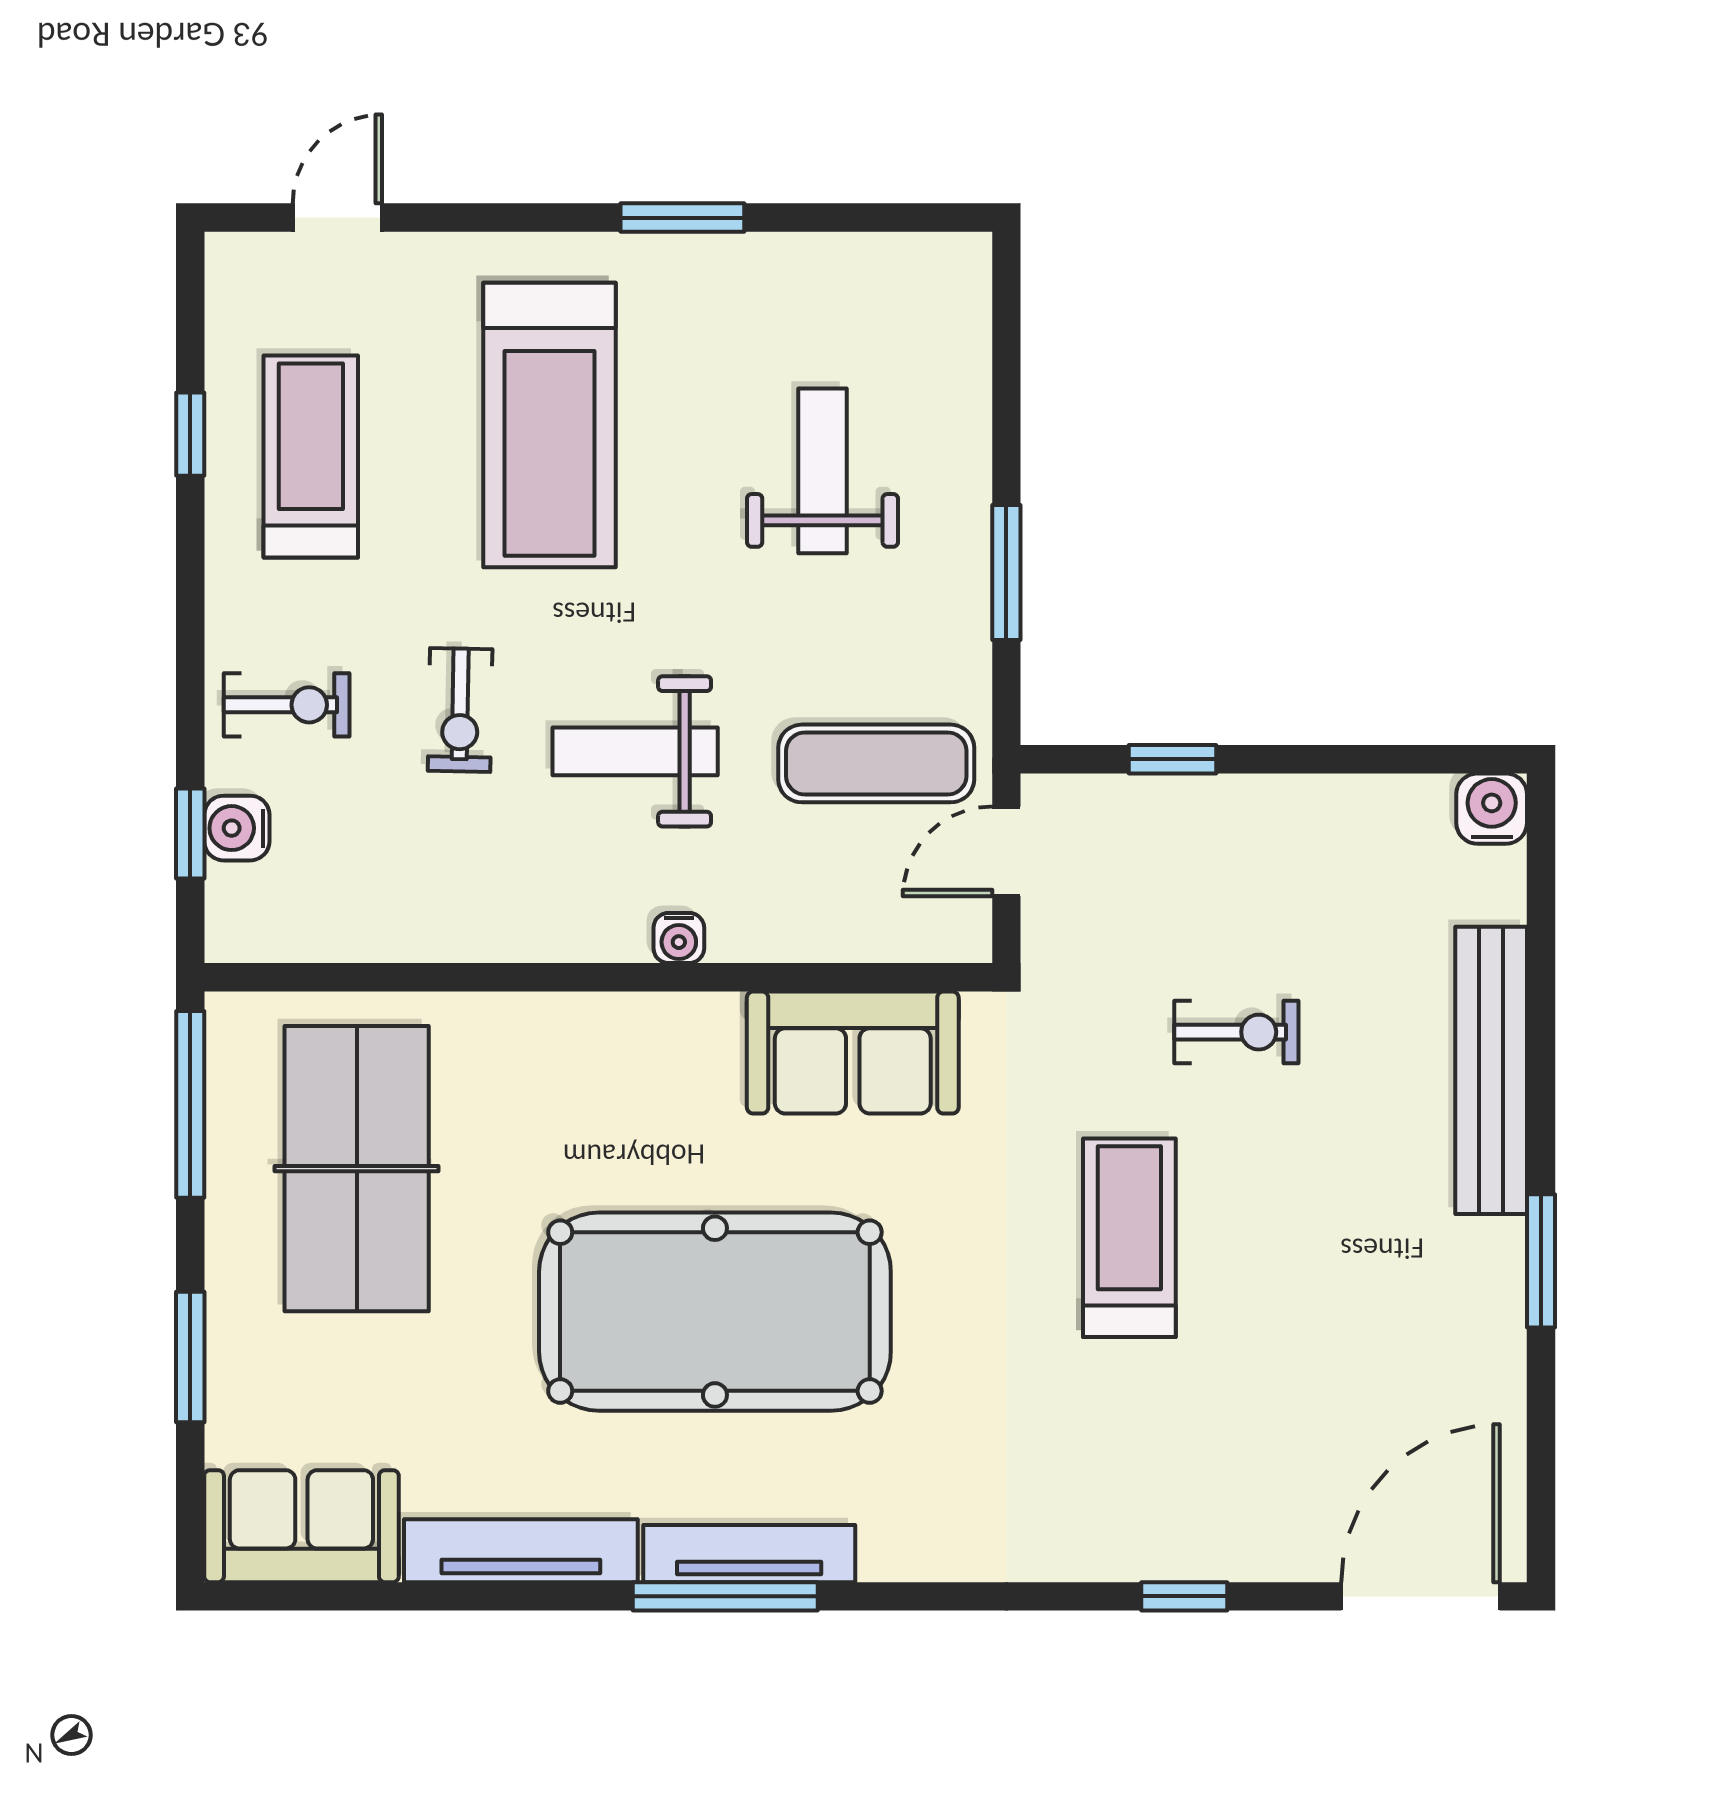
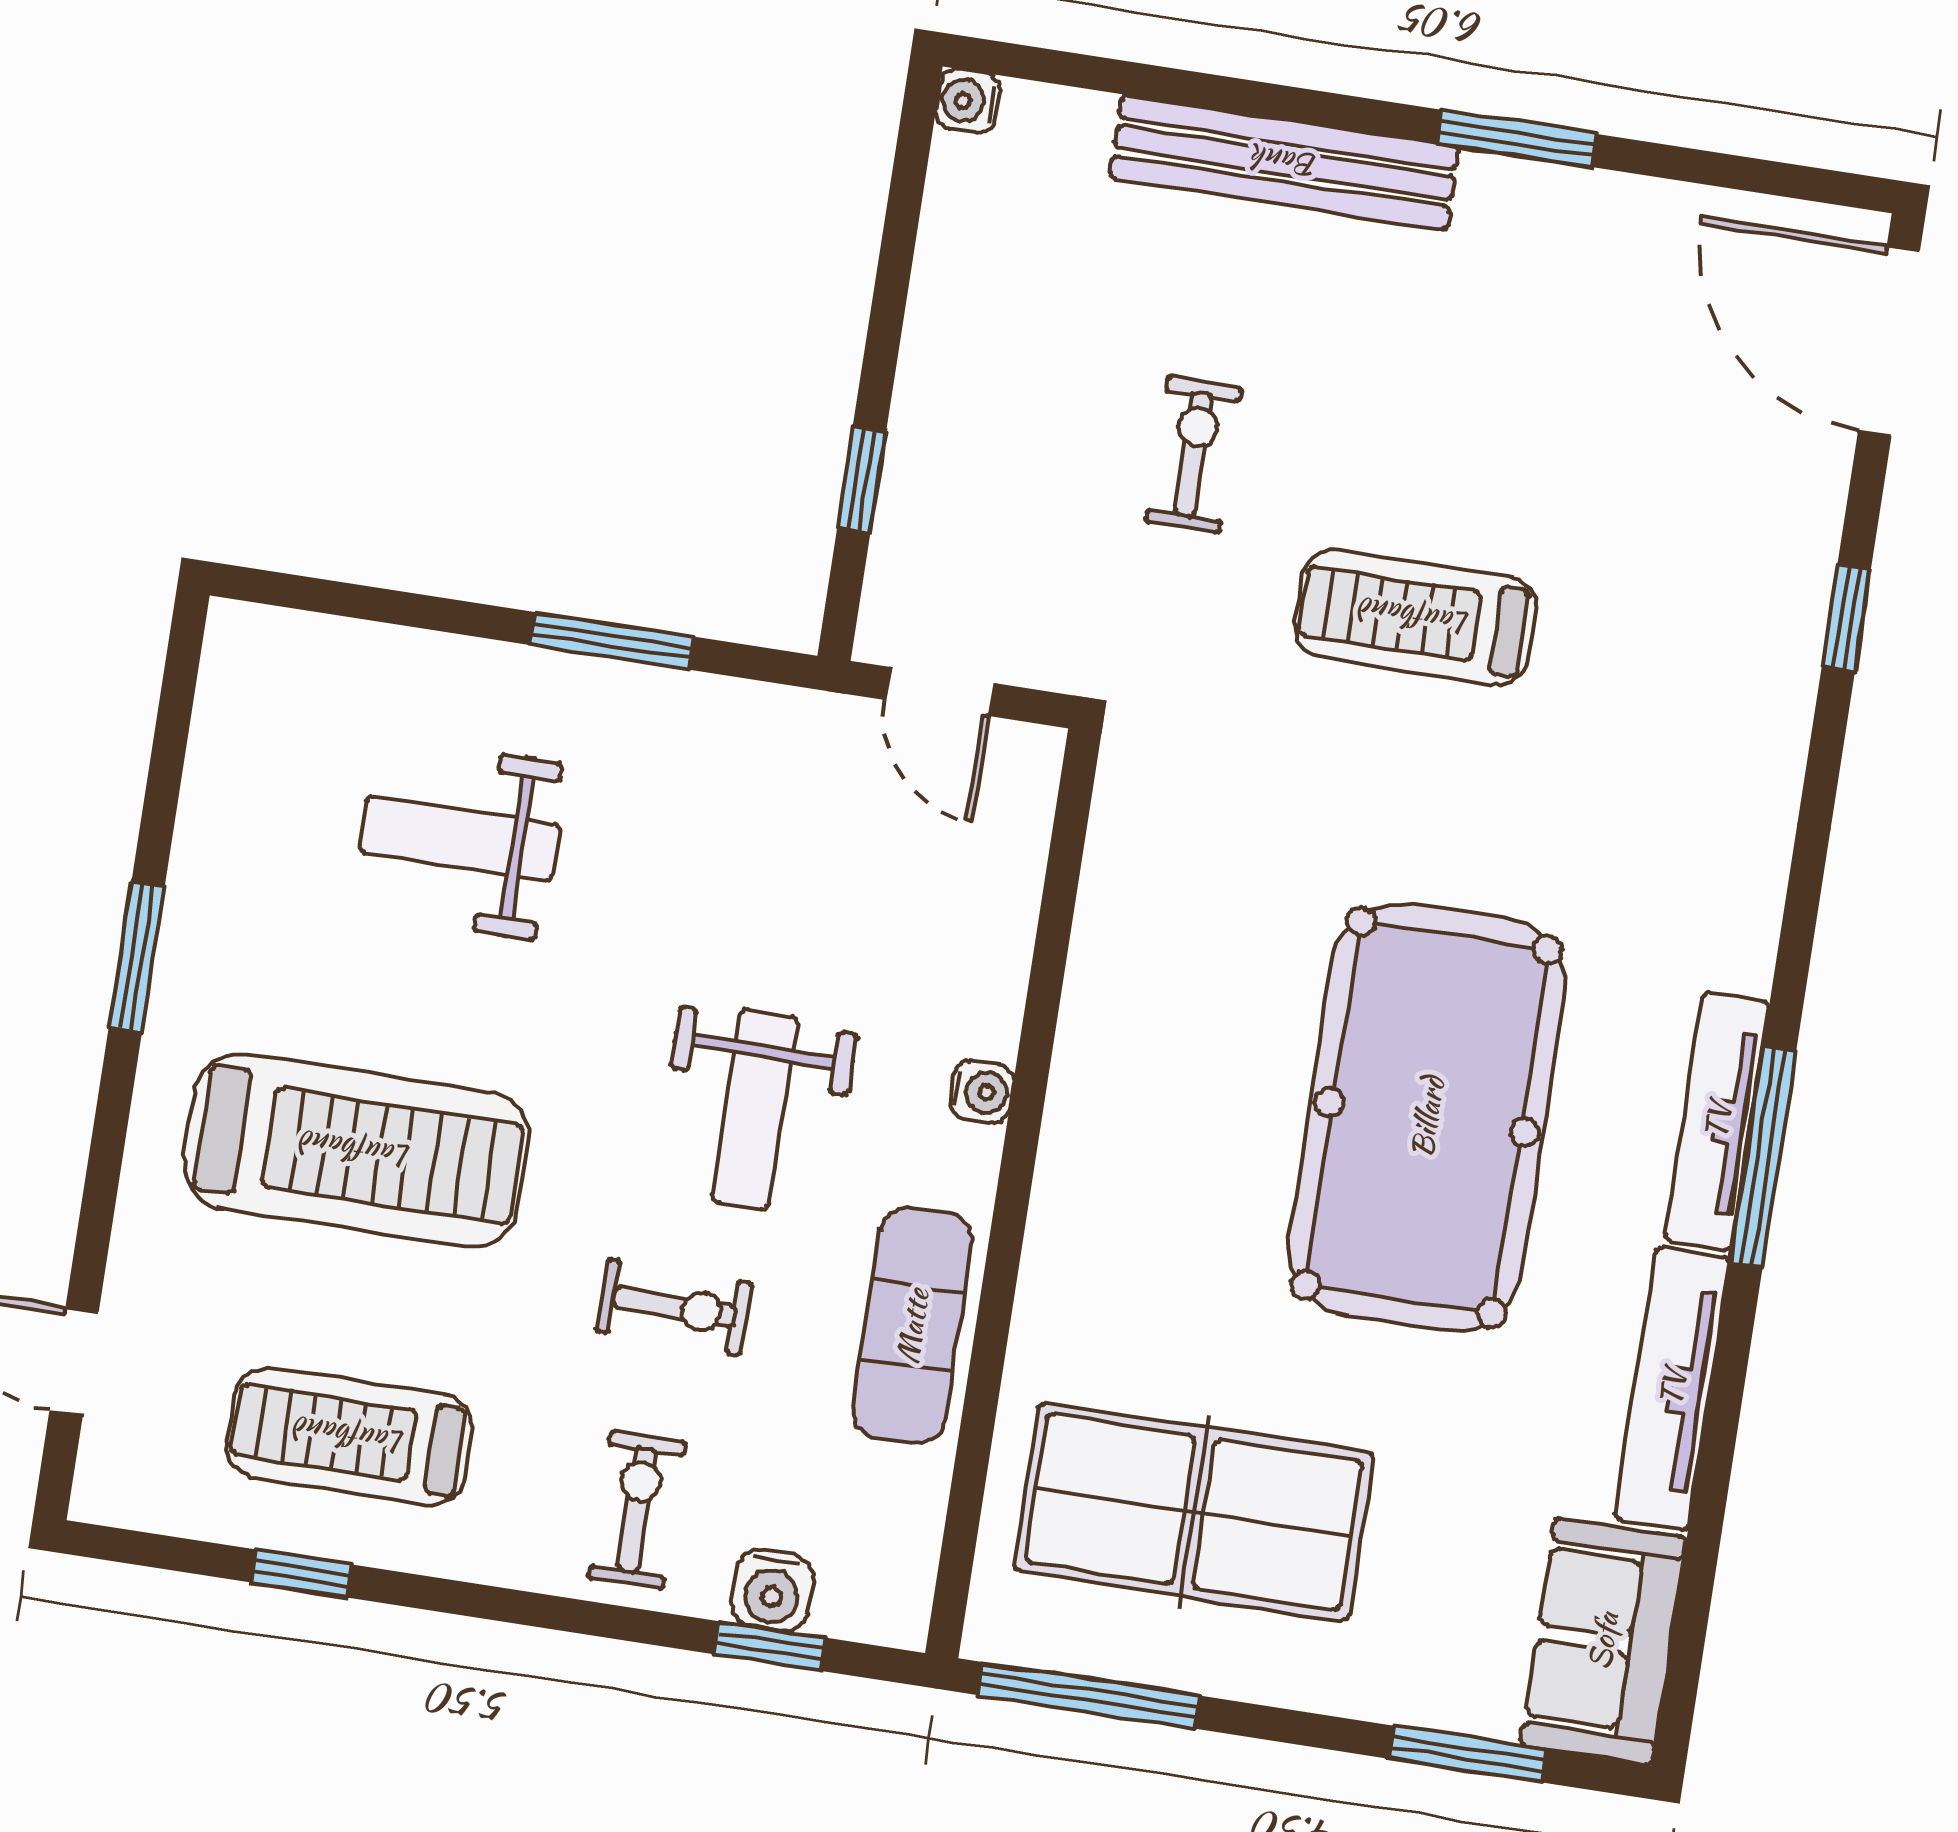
exercise mat: (876, 763) -> (912, 1326), moved
water cooler: (1492, 809) -> (968, 101), width x0.72, depth x0.72
sofa: (853, 1053) -> (1148, 908), removed
window: (190, 1357) -> (1467, 1754), moved

